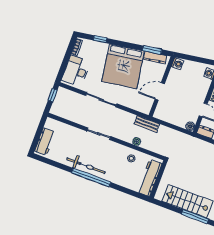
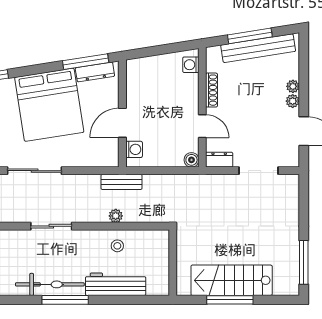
window: (152, 50) -> (86, 62), width x1.44
washing machine: (177, 64) -> (134, 149), moved
window: (91, 177) -> (65, 300), width x0.68
workbench: (150, 178) -> (116, 284), moved, turned 90
window: (195, 216) -> (230, 300), moved

